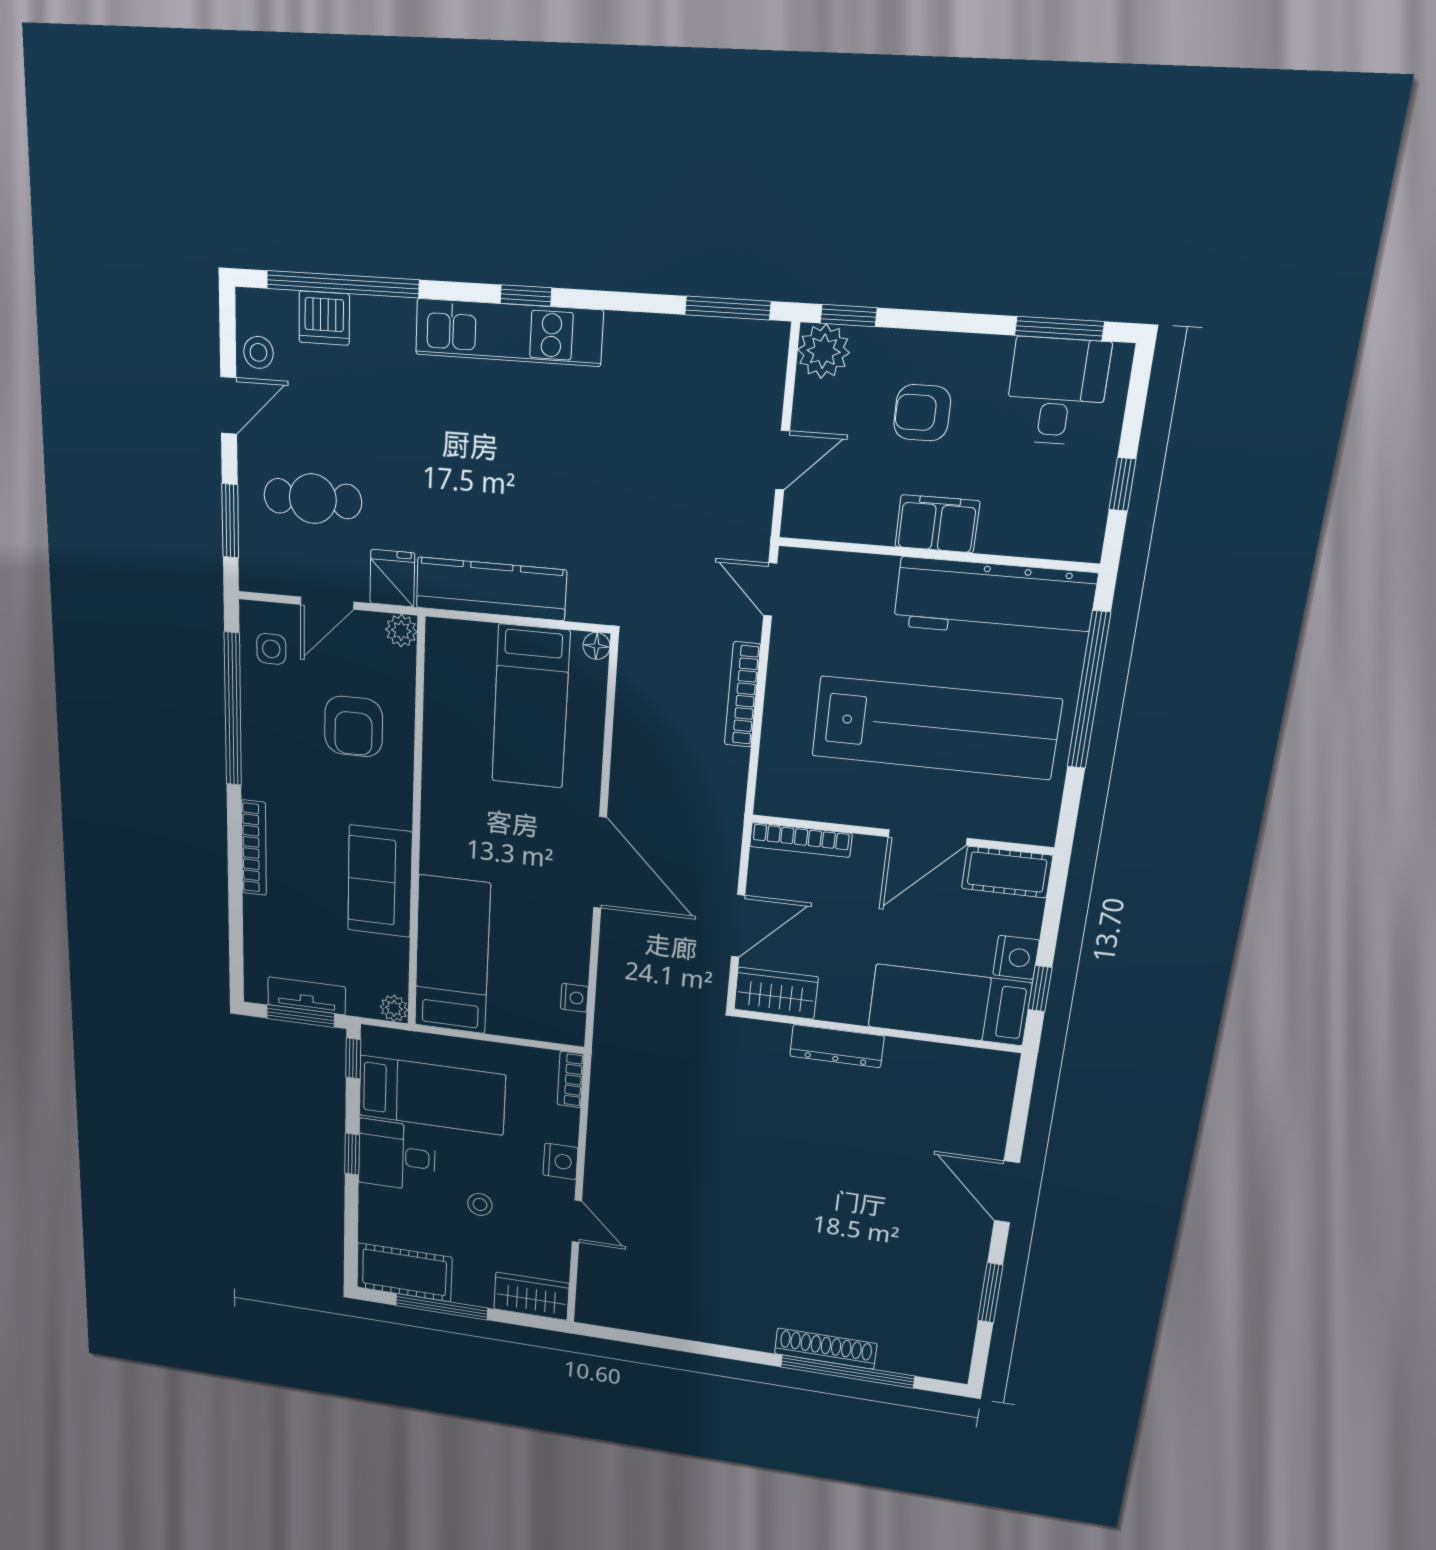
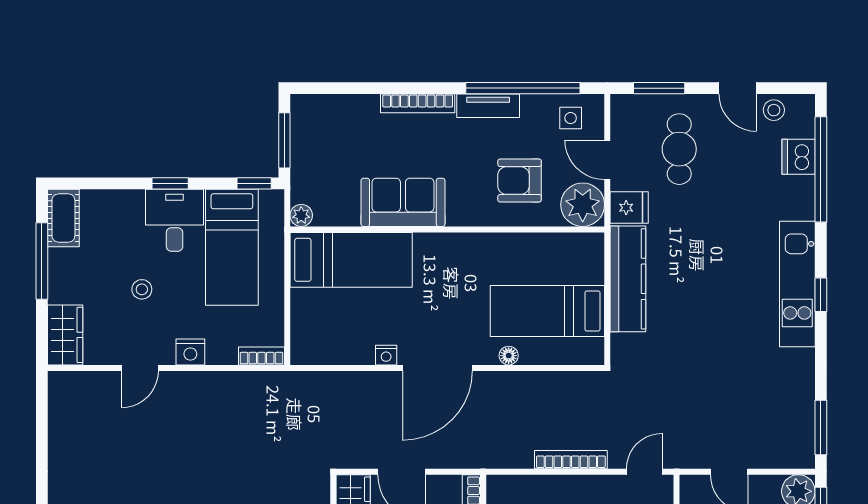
plant: (401, 631) -> (583, 205), width x1.88, depth x1.88
floor lamp: (597, 646) -> (509, 356), moved
tv unit: (307, 996) -> (488, 106), moved, turned 90
nightstand: (574, 998) -> (386, 355), moved
cot: (404, 1272) -> (63, 218), width x0.73, depth x0.75

